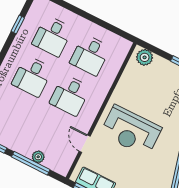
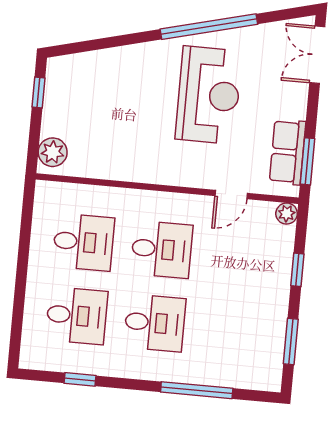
reception desk: (131, 131) -> (209, 95), moved
plant: (38, 157) -> (287, 214), moved
window: (31, 163) -> (297, 270), width x0.46

